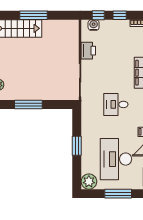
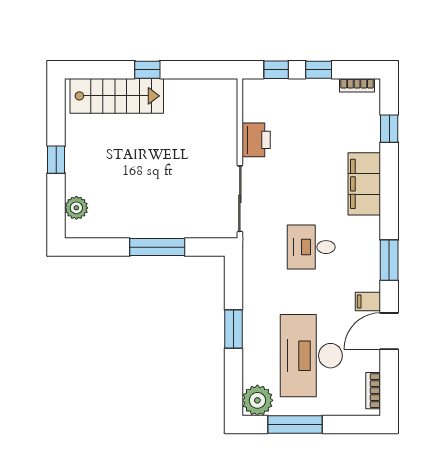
window: (34, 15) -> (147, 70), width x0.46
water cooler: (94, 25) -> (267, 89), removed
window: (28, 104) -> (157, 247), moved
window: (118, 194) -> (295, 424), moved

